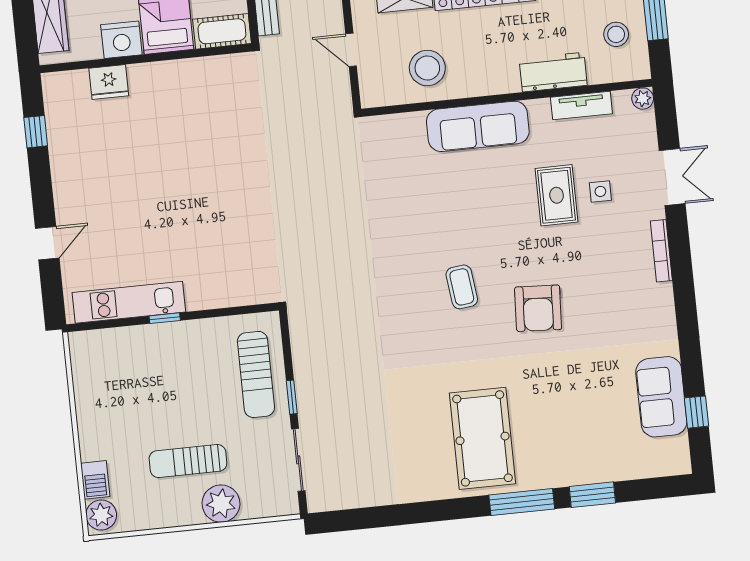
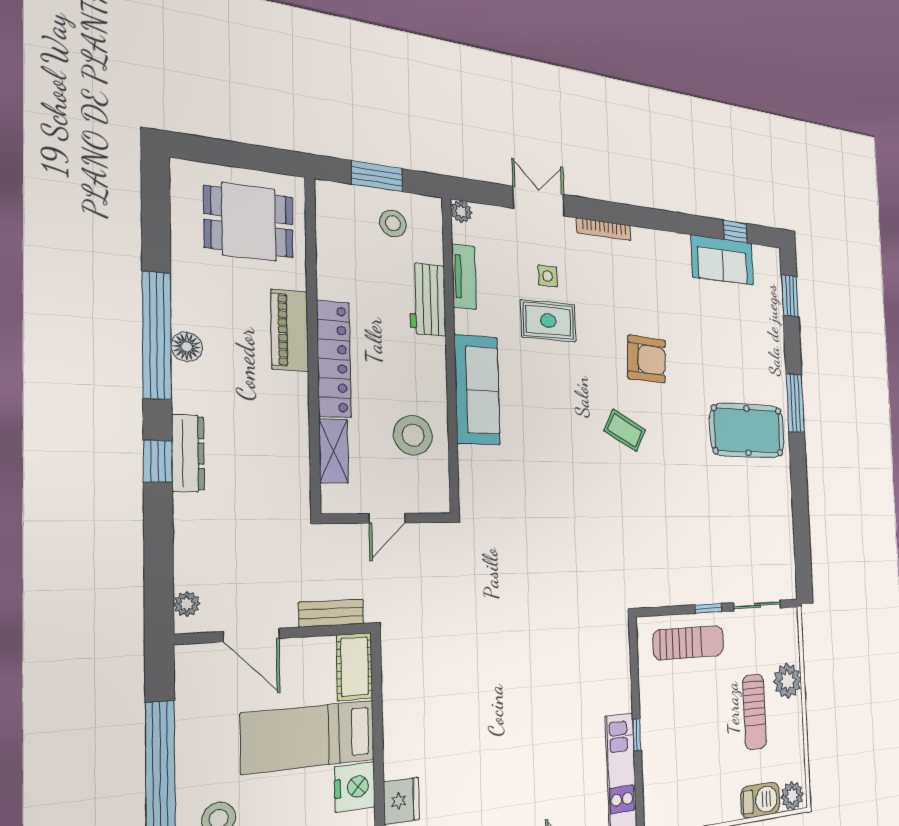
coffee table: (462, 287) -> (625, 430), turned 35
barbecue: (95, 480) -> (760, 800), width x1.38, depth x1.27
window: (592, 495) -> (790, 296), moved

